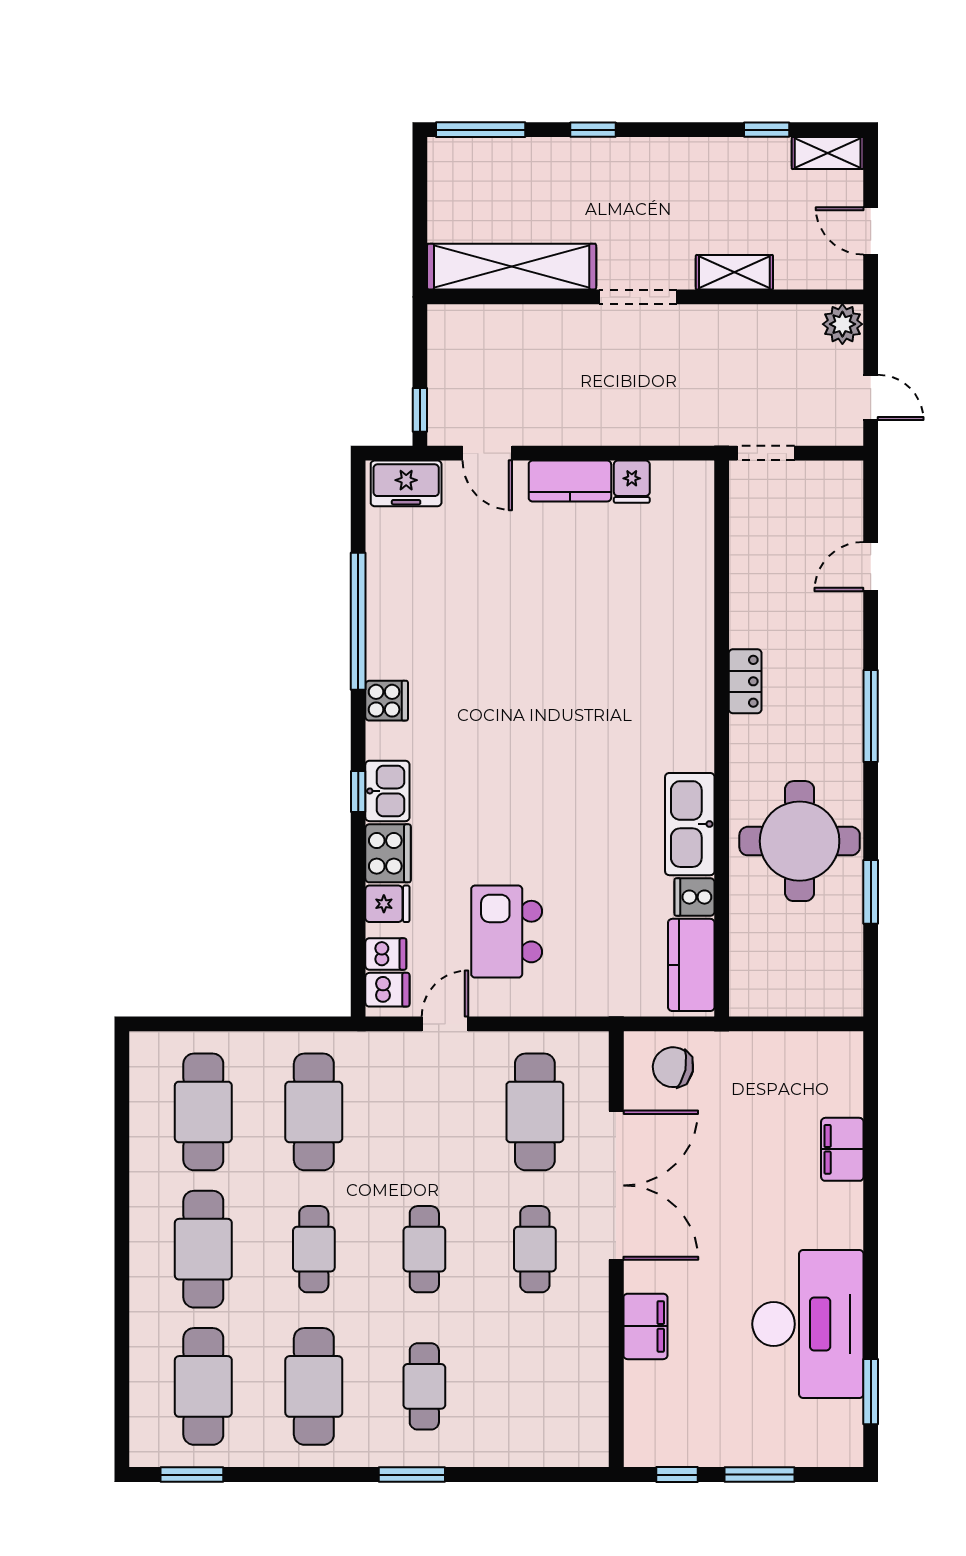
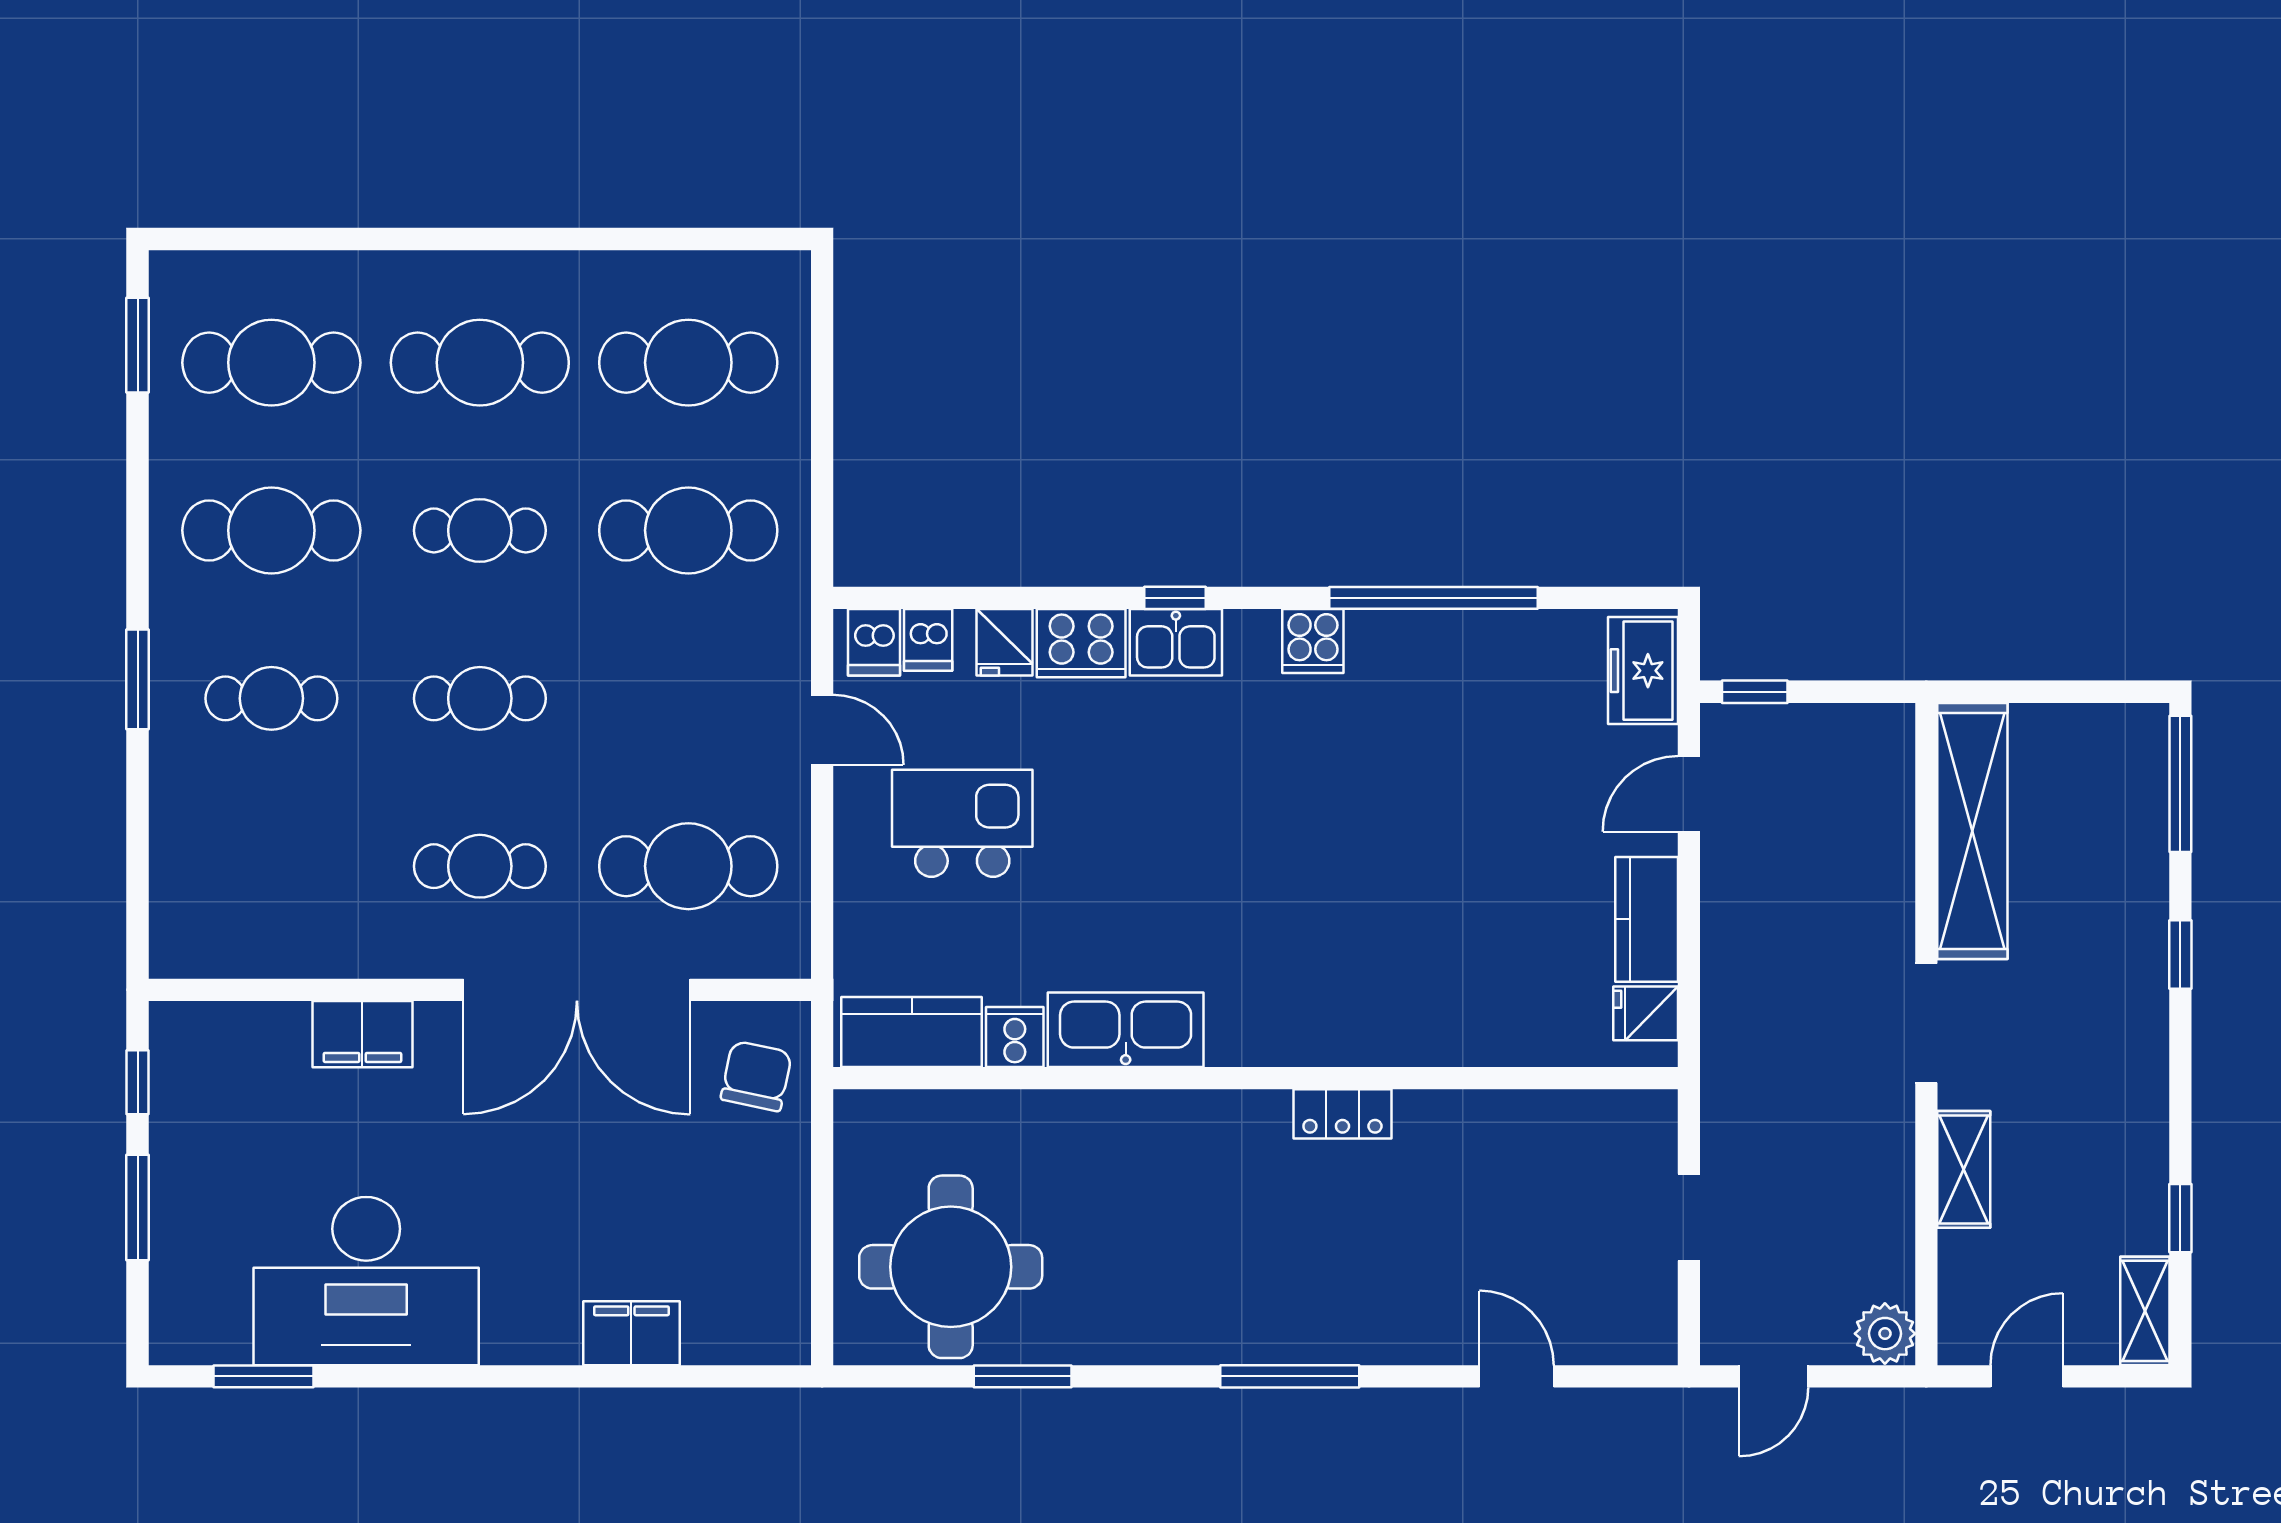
locker: (745, 681) -> (1342, 1114), moved
wall: (722, 738) -> (1256, 1078), moved
kitchen sink: (690, 824) -> (1126, 1030), moved
round table: (800, 841) -> (951, 1267), moved
cooker: (695, 897) -> (1015, 1037), moved
kitchen counter: (691, 965) -> (912, 1032), moved

